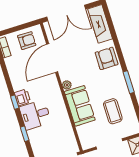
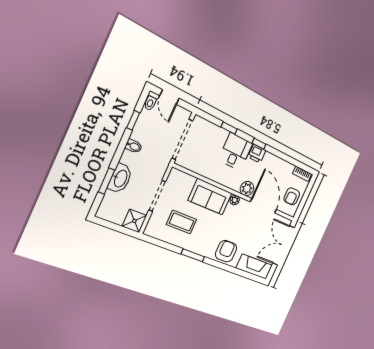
armchair: (107, 58) -> (226, 251), turned -90
plant: (51, 83) -> (247, 188), added

